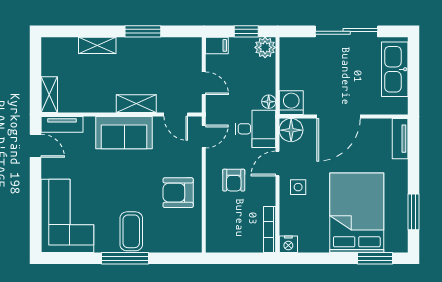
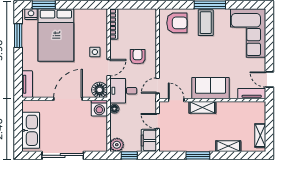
filing cabinet: (217, 45) -> (149, 140), width x2.00
shelving: (49, 95) -> (260, 135), moved
armchair: (178, 193) -> (177, 23), moved
nightstand: (288, 244) -> (31, 14), moved

